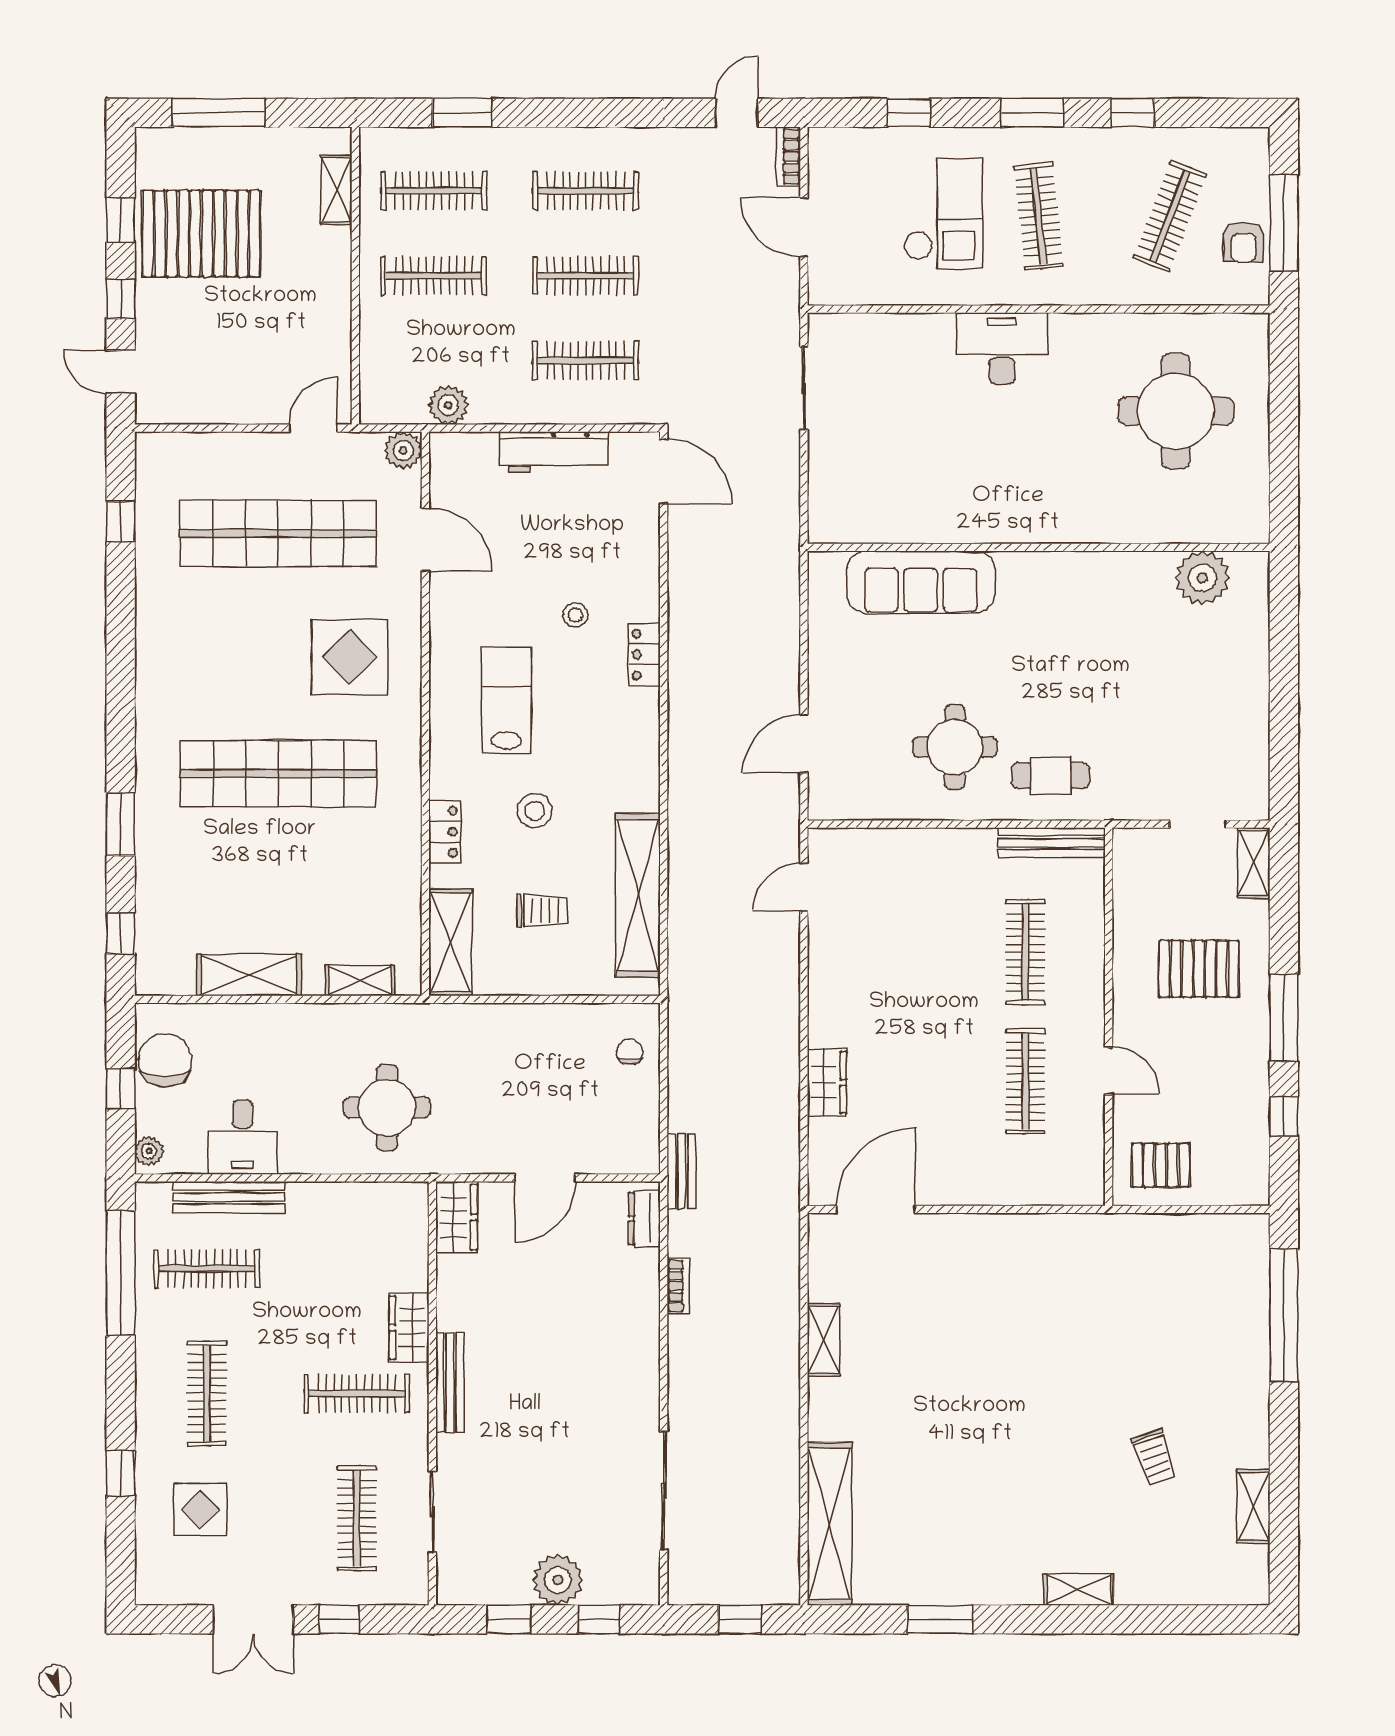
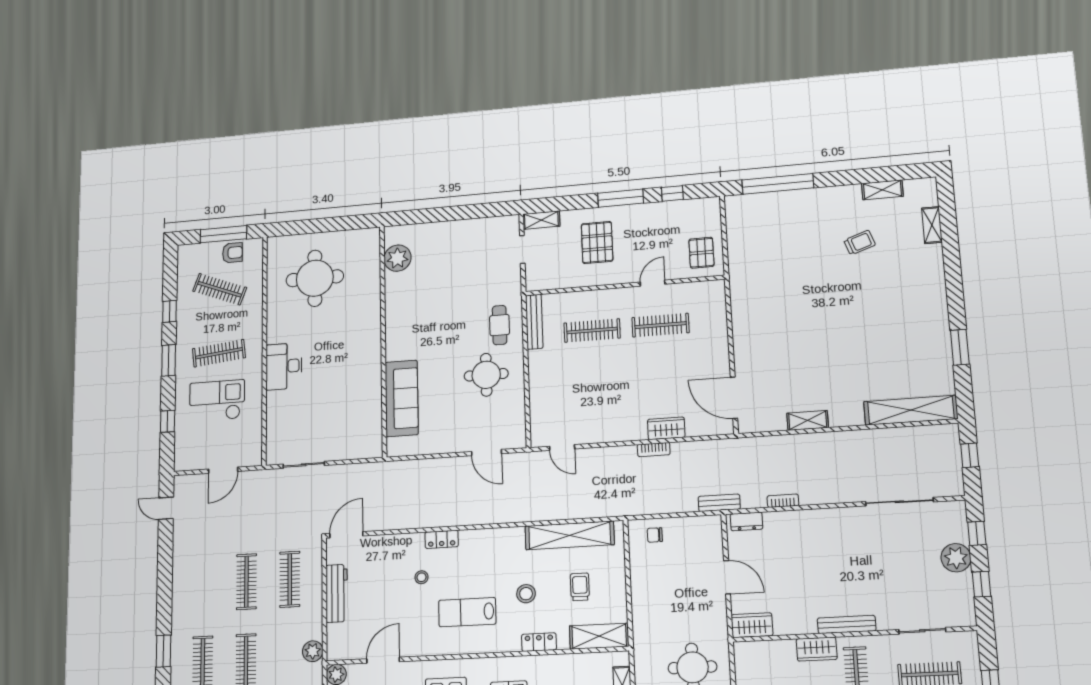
bookcase: (789, 157) -> (654, 450), moved
clothes rail: (585, 191) -> (204, 584), removed
shelving: (1079, 1590) -> (932, 225), moved

